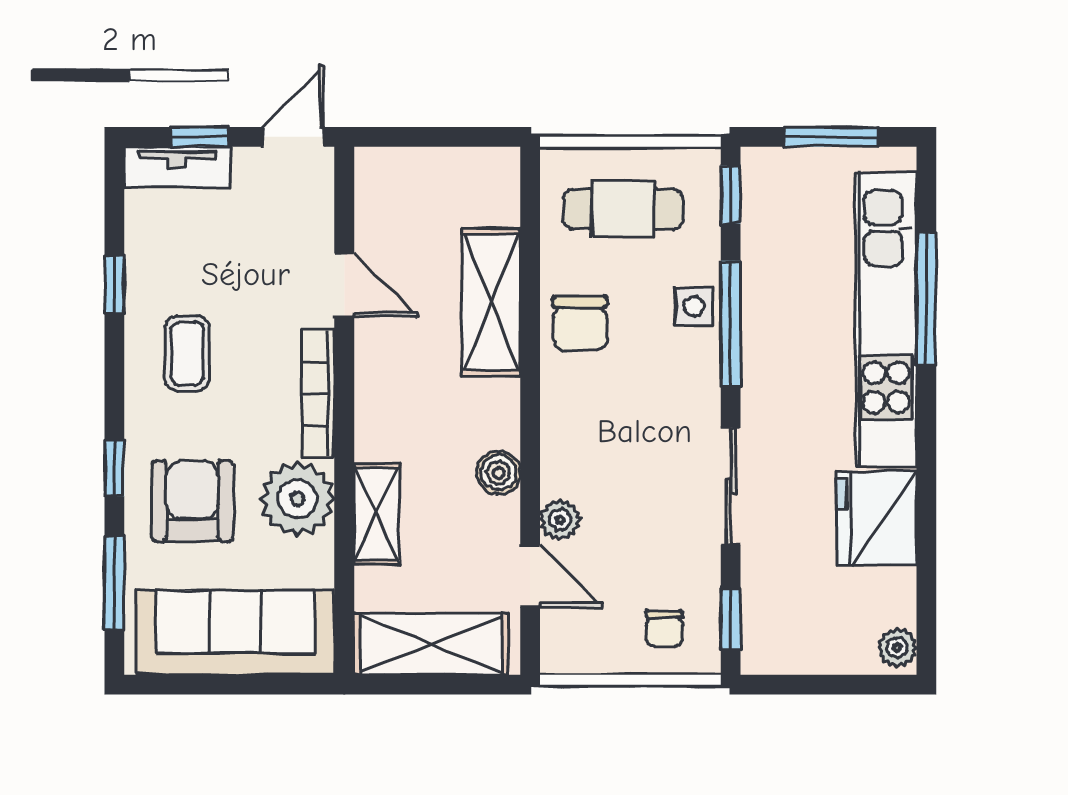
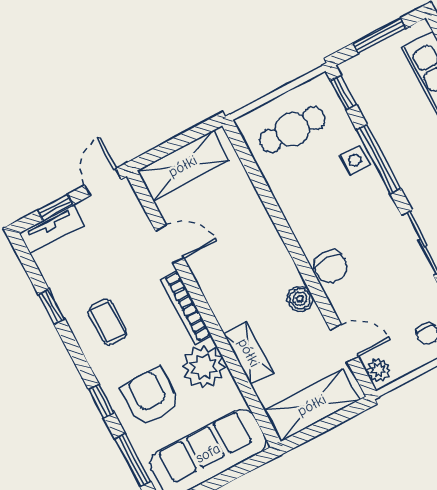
shelving: (491, 302) -> (183, 166), moved, turned 90
chair: (580, 324) -> (331, 267), moved
plant: (560, 520) -> (378, 370), moved

